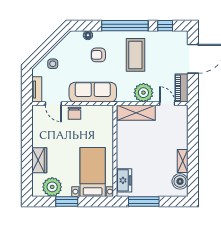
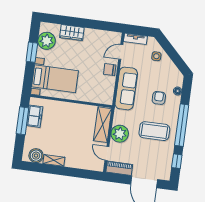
door: (167, 104) -> (107, 153), swing flipped
freezer: (124, 180) -> (35, 116), moved, turned -90

